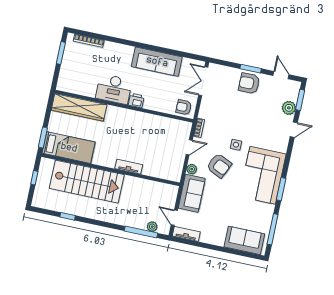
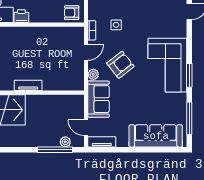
side table: (236, 145) -> (116, 25), moved
armchair: (219, 166) -> (120, 65), turned -63
sofa: (244, 240) -> (156, 136), width x1.36

